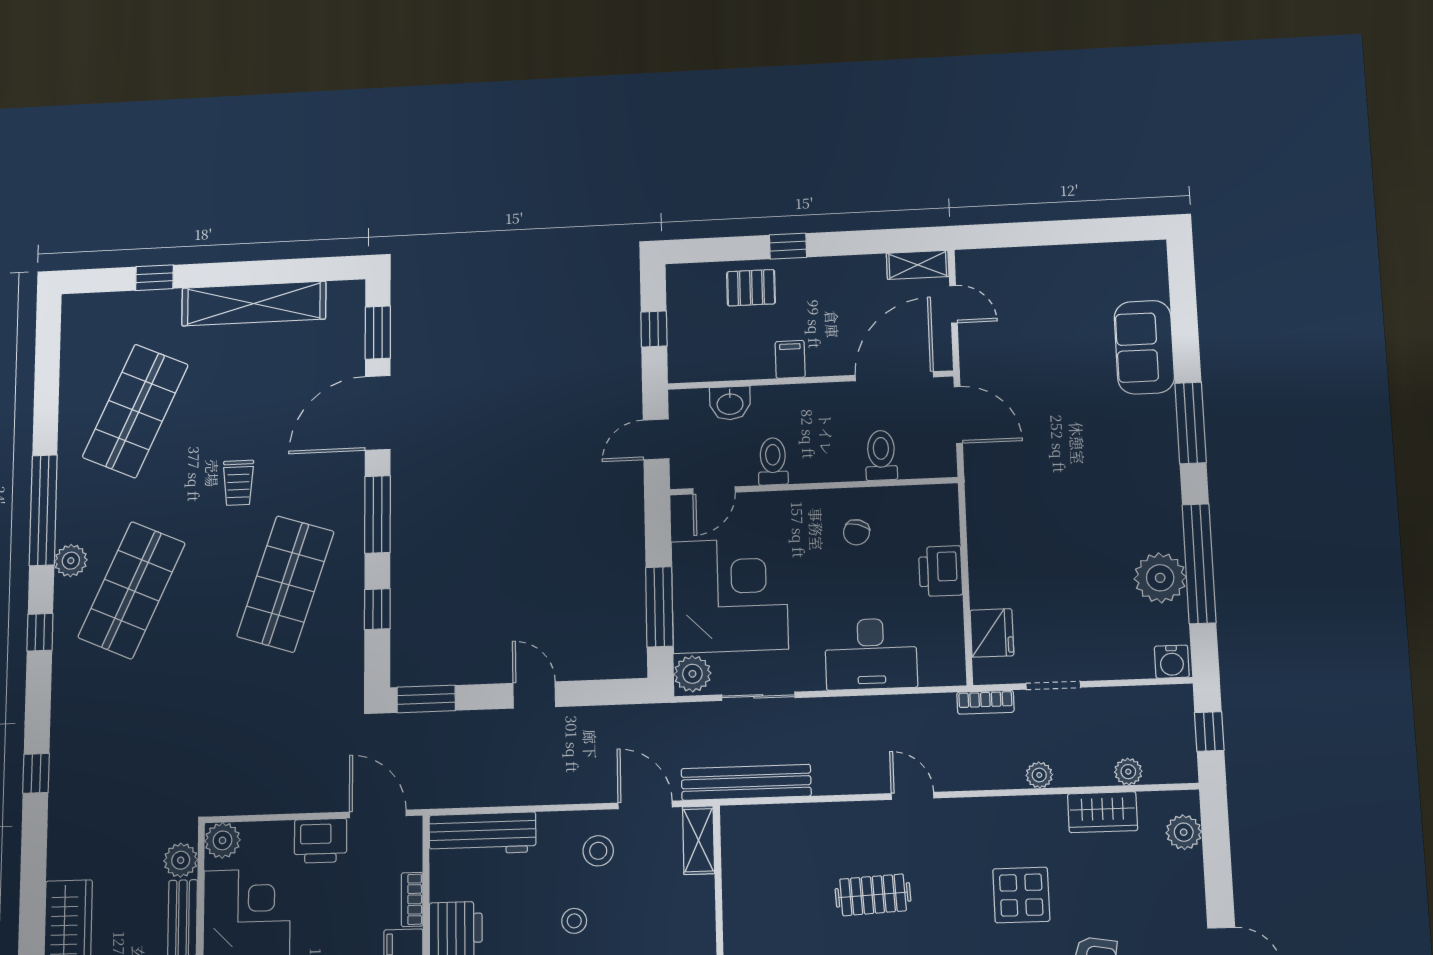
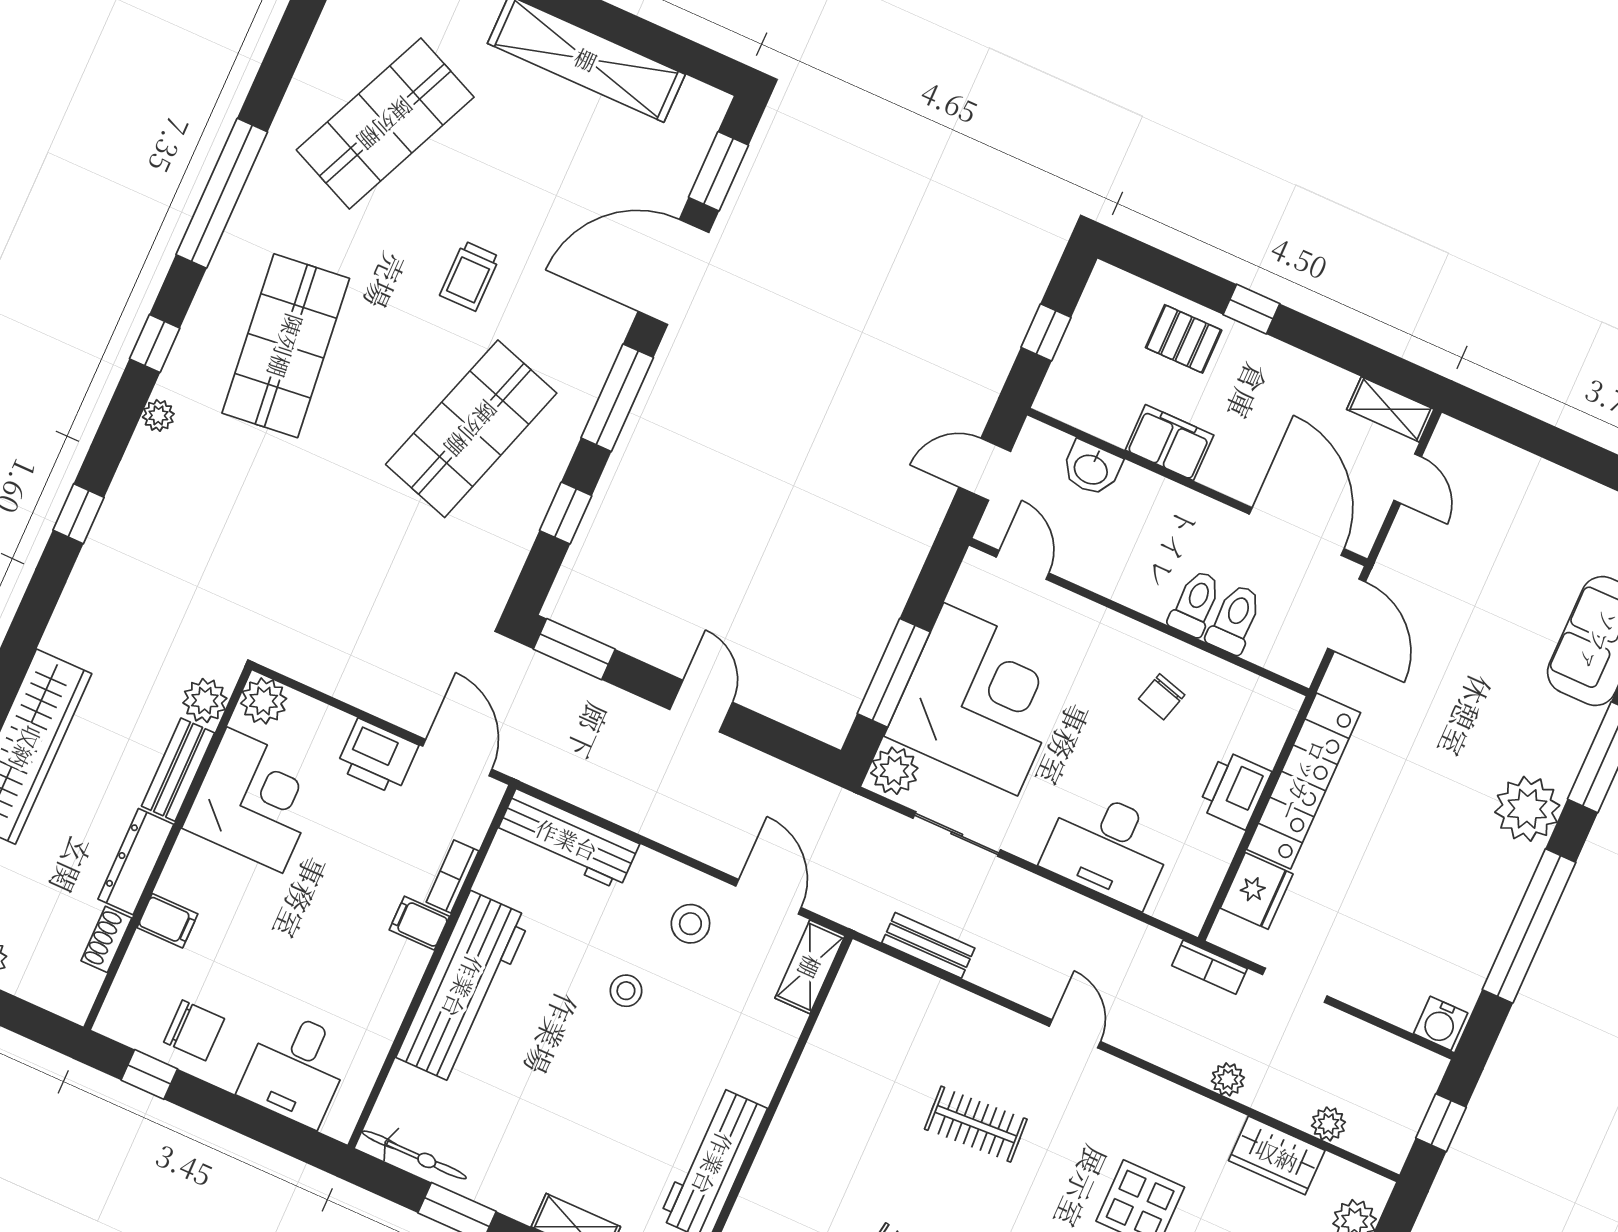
filing cabinet: (790, 359) -> (1169, 443), width x2.00
door: (894, 376) -> (1297, 531), hinge flipped
toilet: (773, 461) -> (1195, 603), moved
door: (714, 490) -> (1023, 565), swing flipped
locker: (986, 541) -> (1304, 781), added
plant: (71, 561) -> (158, 415), moved, width x0.73, depth x0.73
plant: (1160, 578) -> (1527, 809), moved
shop shelf: (132, 590) -> (286, 346), turned -30
bench: (746, 782) -> (928, 945), width x0.54, depth x0.82

